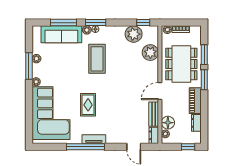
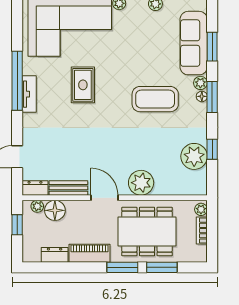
window: (64, 23) -> (212, 47), width x0.69
window: (143, 23) -> (212, 149), moved
plant: (150, 53) -> (141, 183), moved
rug: (88, 105) -> (83, 85), turned 90
window: (188, 147) -> (17, 225), moved

